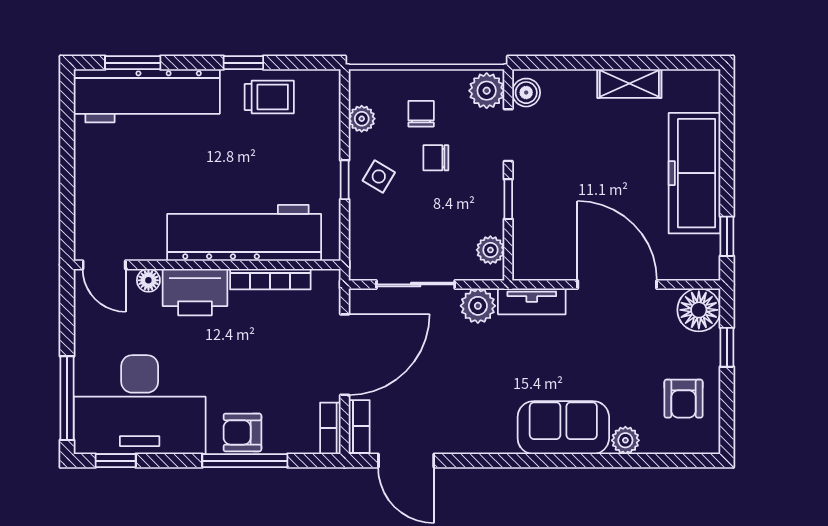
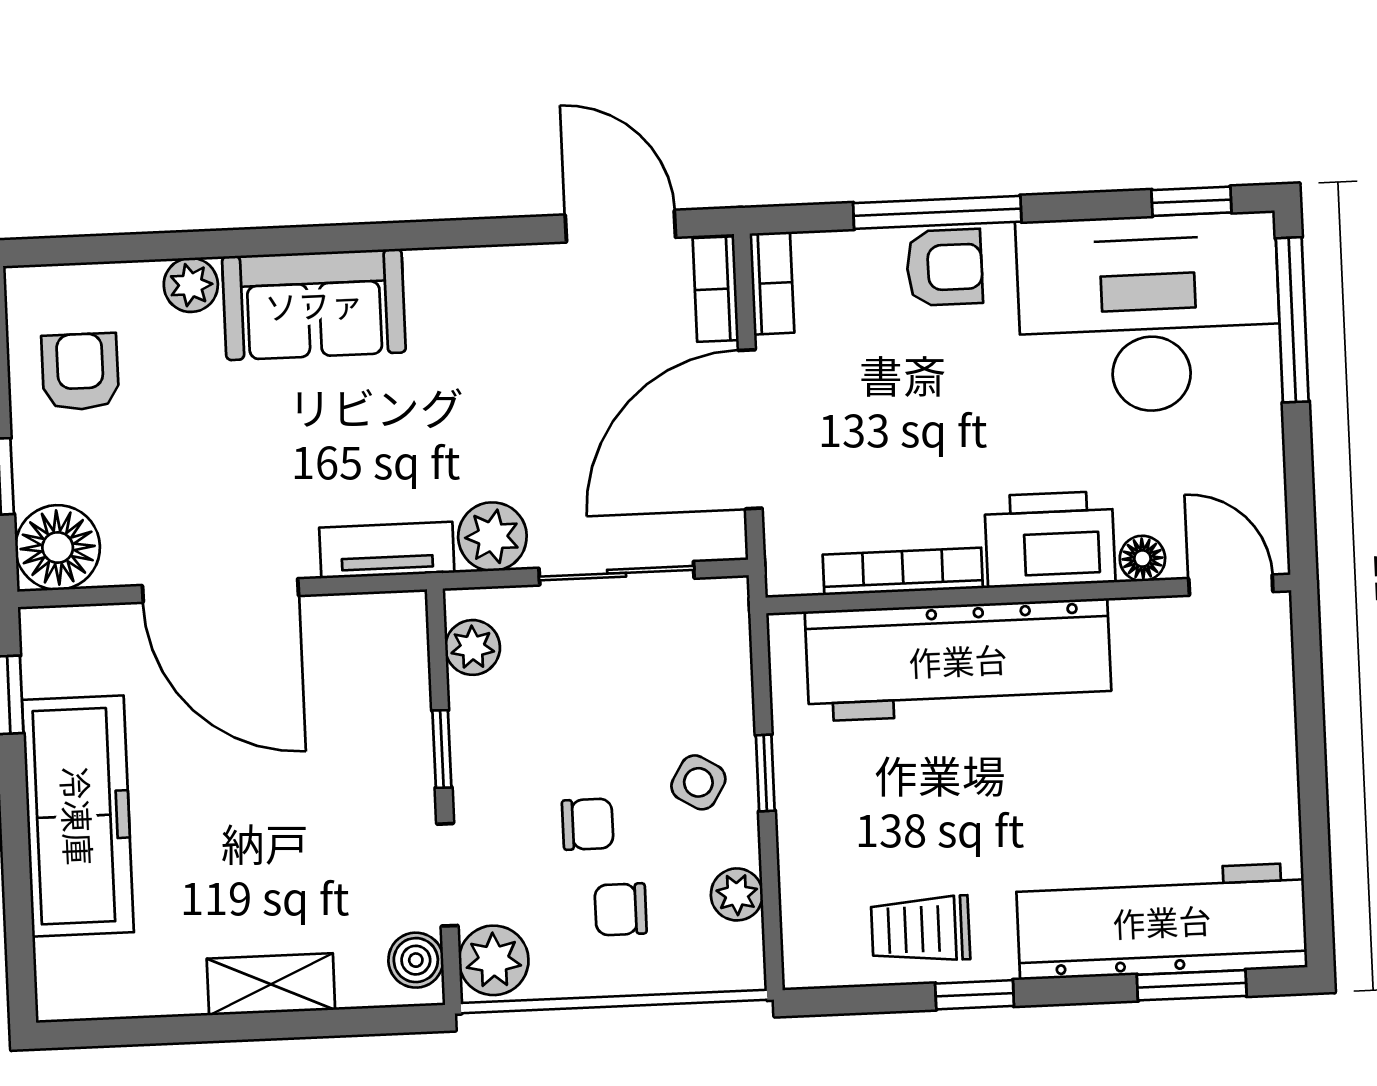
shelving: (629, 84) -> (271, 984), moved
chair: (421, 114) -> (621, 909), turned 90

